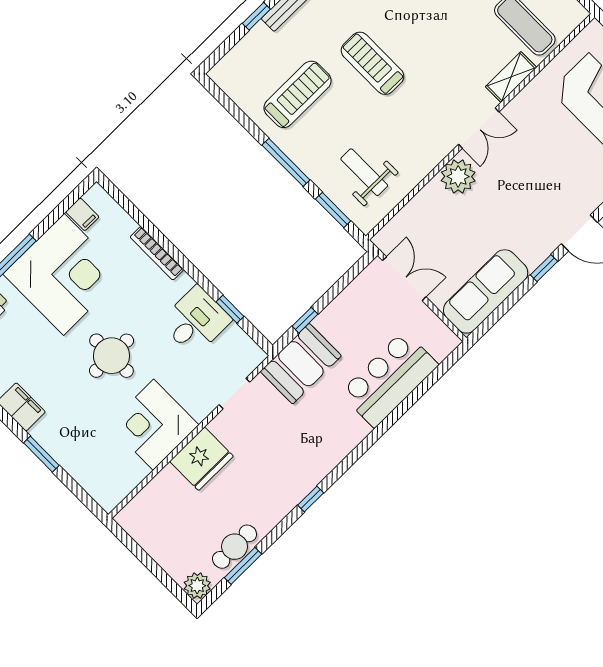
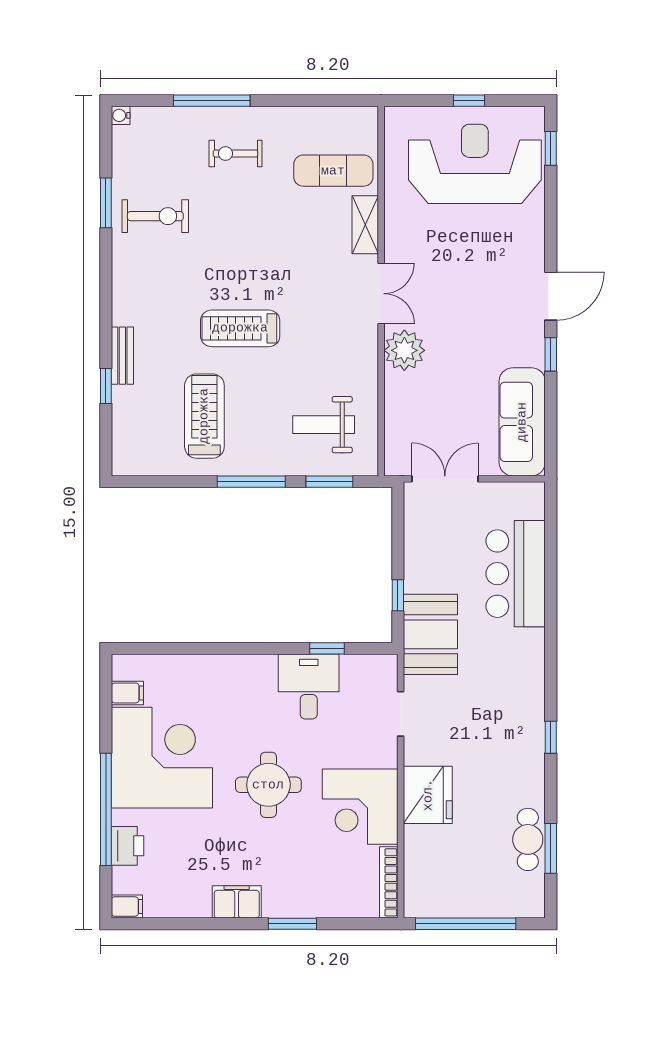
bookcase: (157, 253) -> (389, 882), moved, turned 90
window: (146, 560) -> (466, 924), added
plant: (197, 586) -> (529, 902), removed

